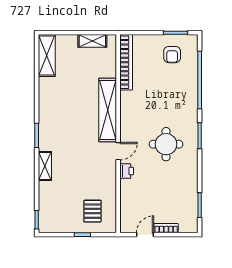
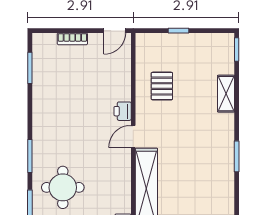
round table: (166, 144) -> (63, 187), moved
shelving: (45, 166) -> (226, 94), moved
pallet: (92, 211) -> (162, 86), moved
door: (145, 235) -> (115, 31), moved

